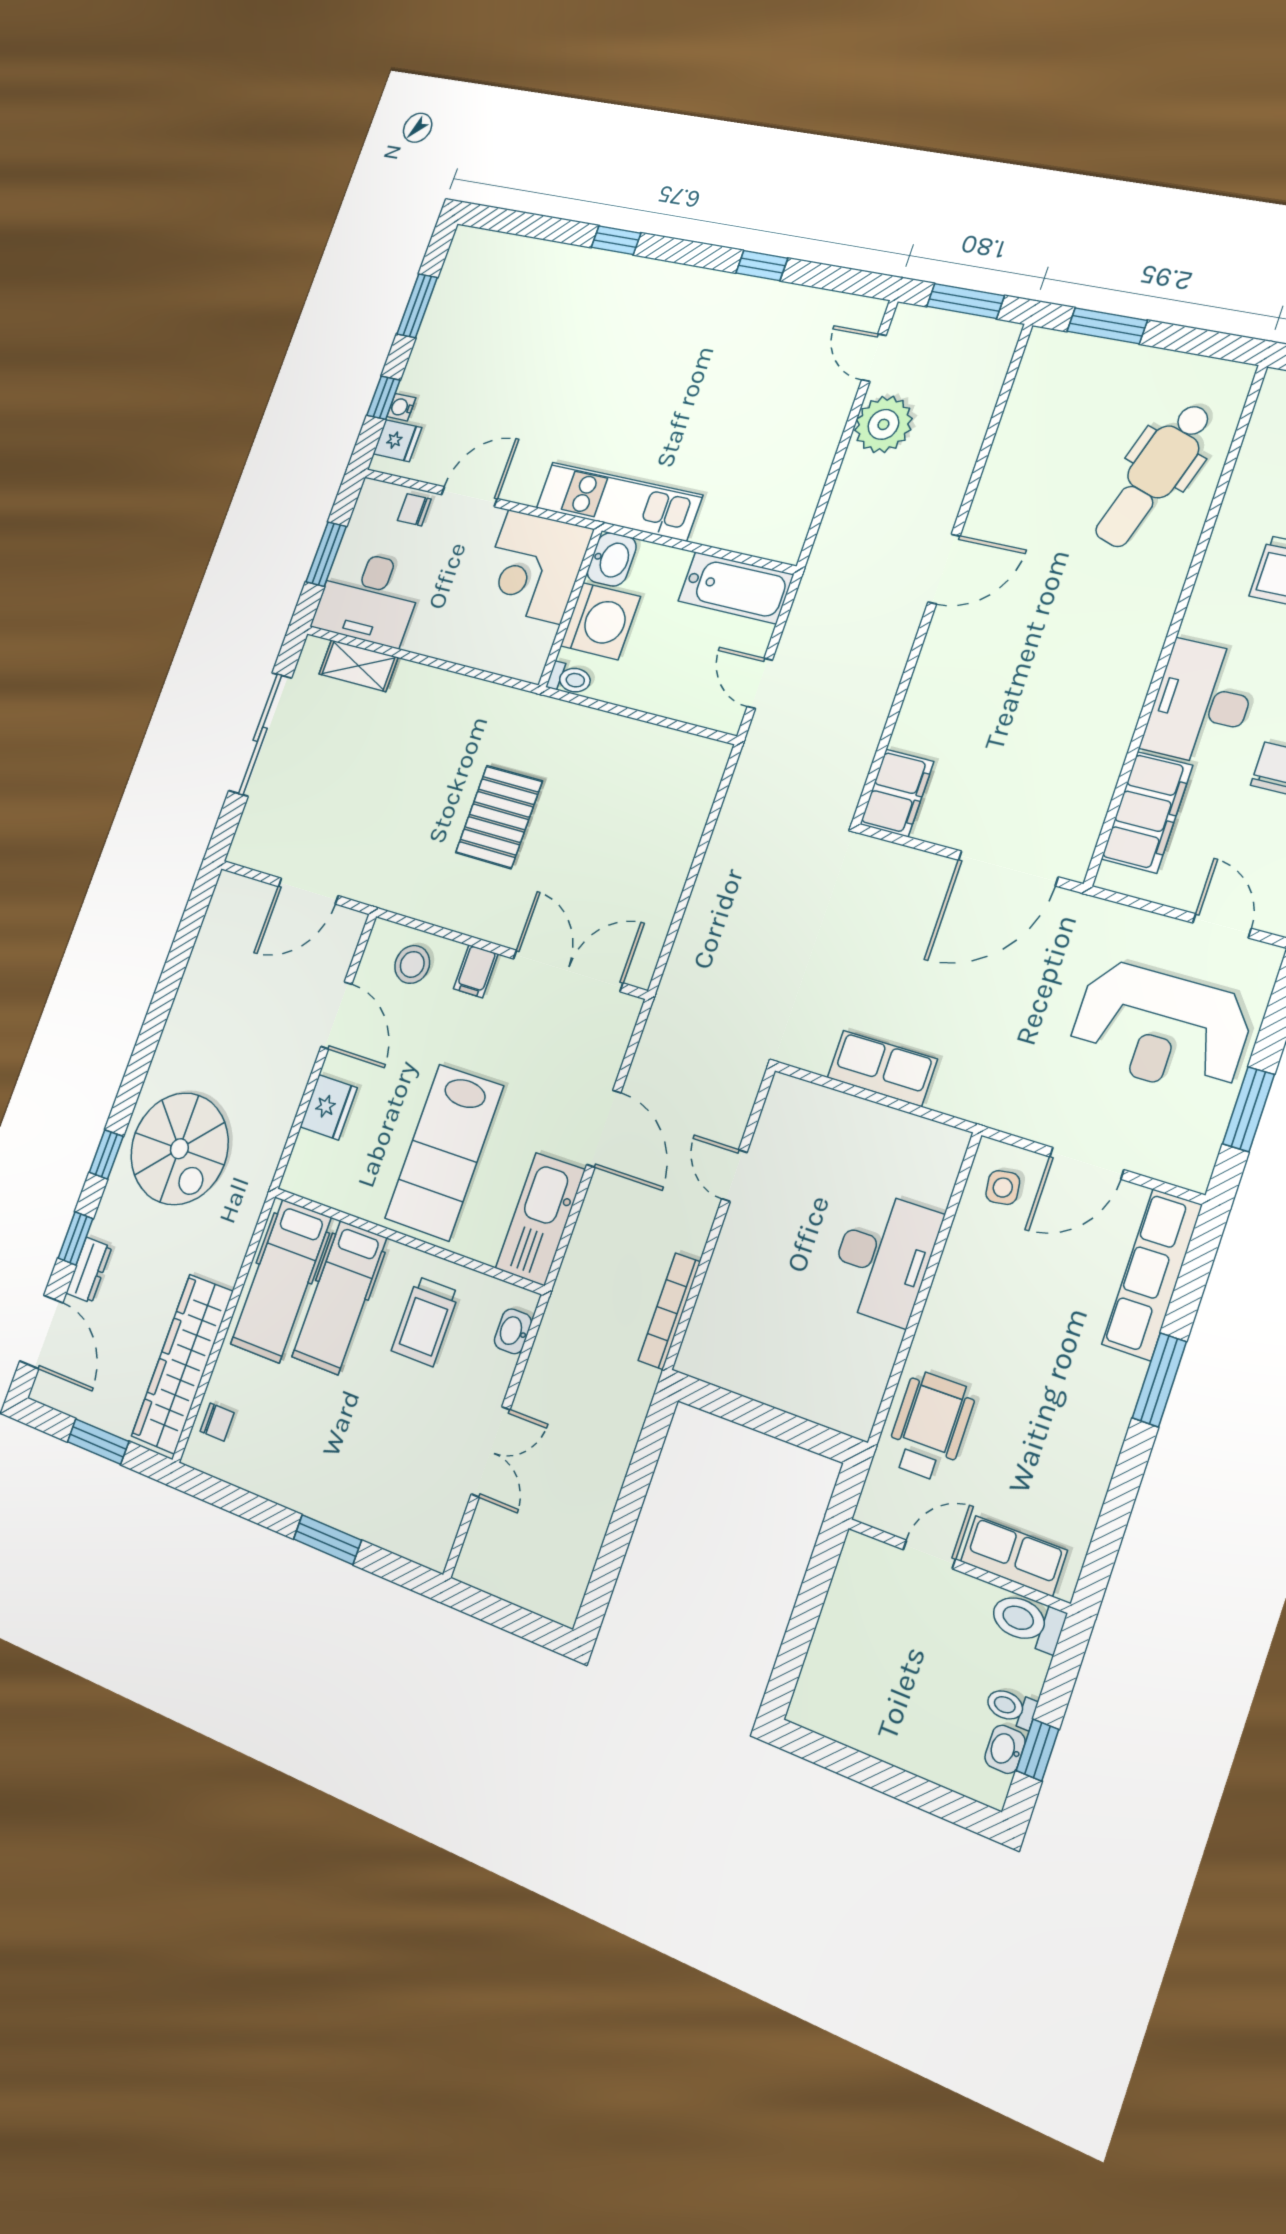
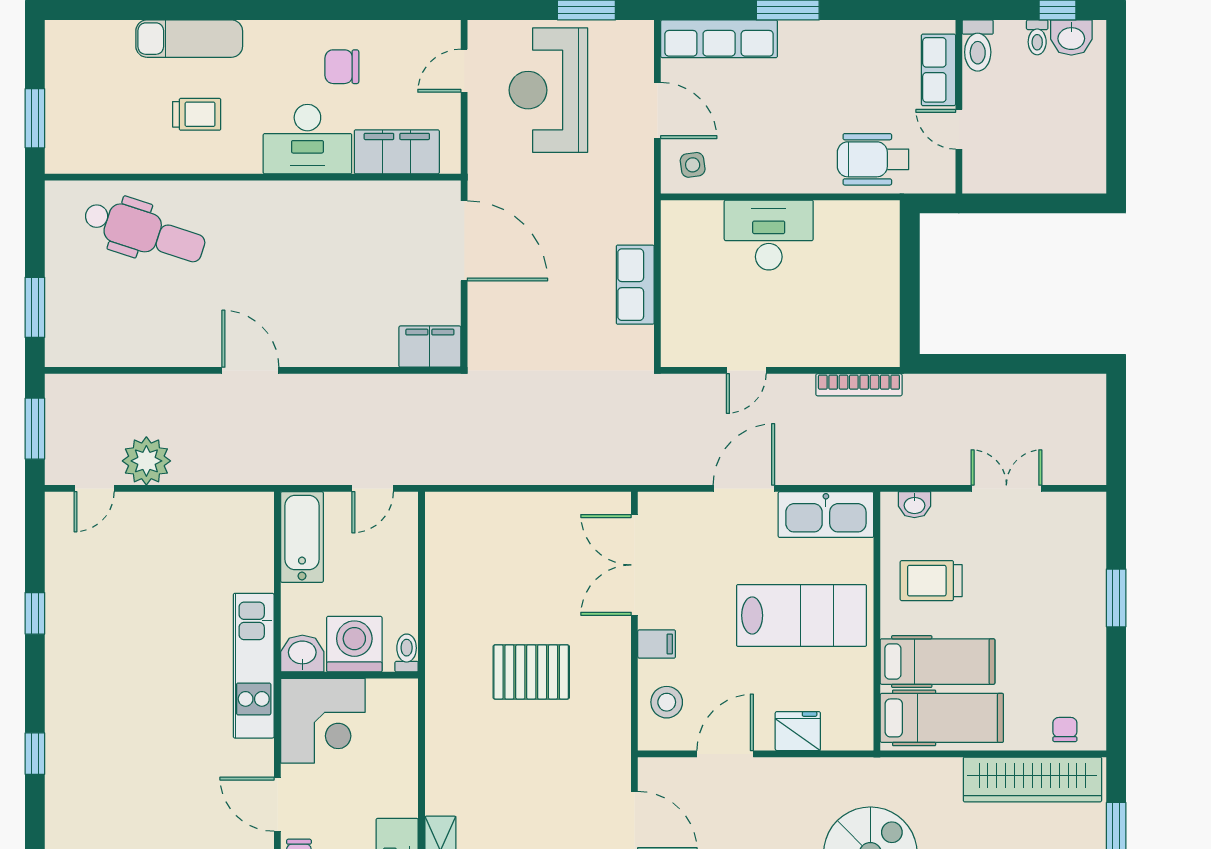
reception desk: (1160, 1029) -> (548, 90), turned 180
trolley: (425, 1321) -> (931, 581), turned 180
washbasin: (1005, 1749) -> (1071, 37), width x1.38, depth x1.45

